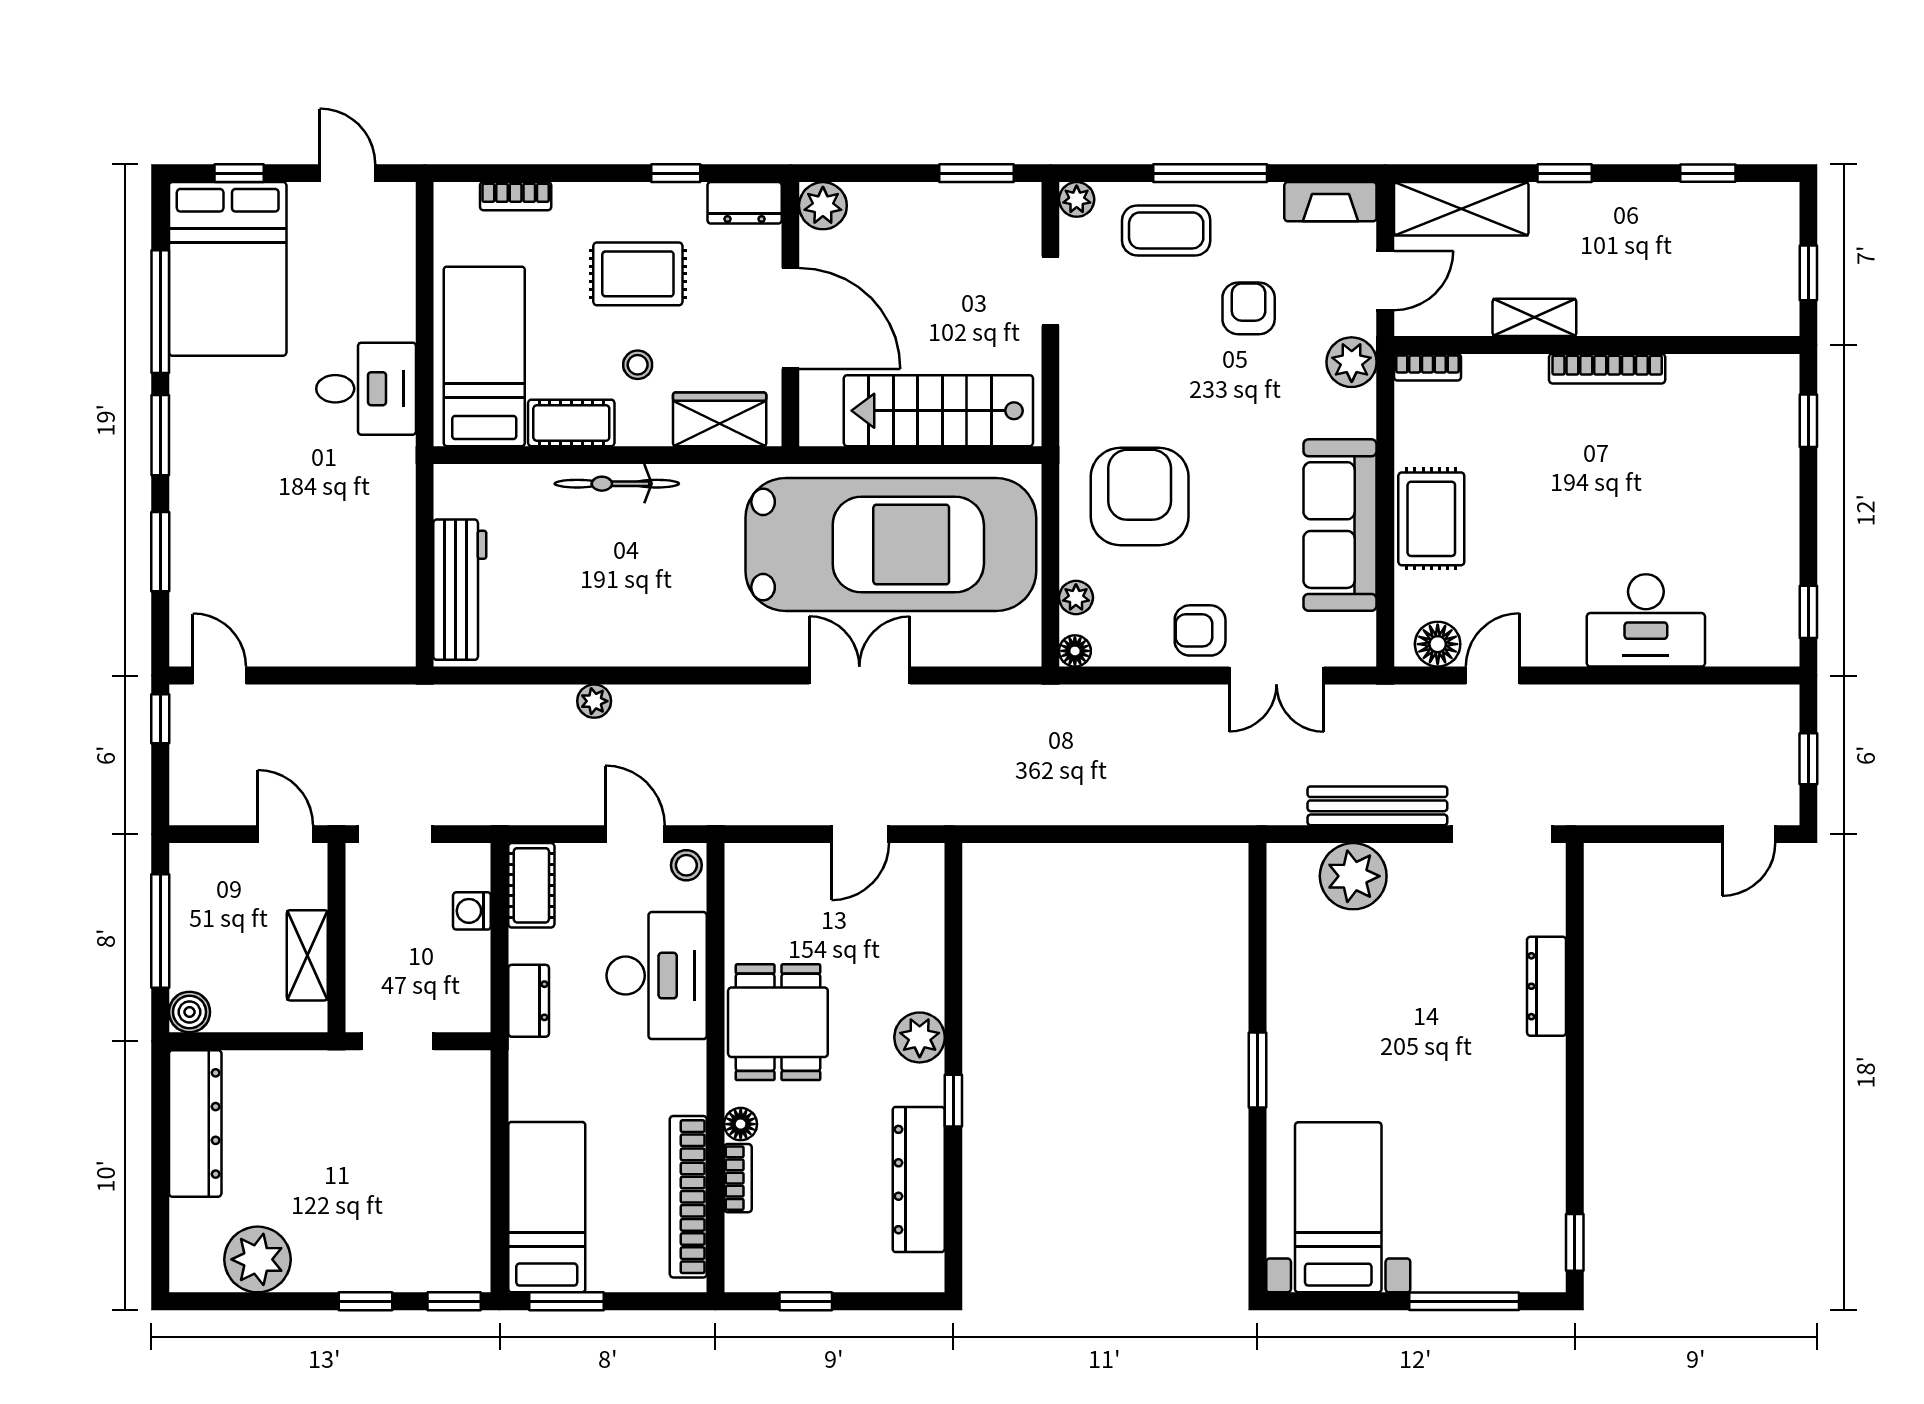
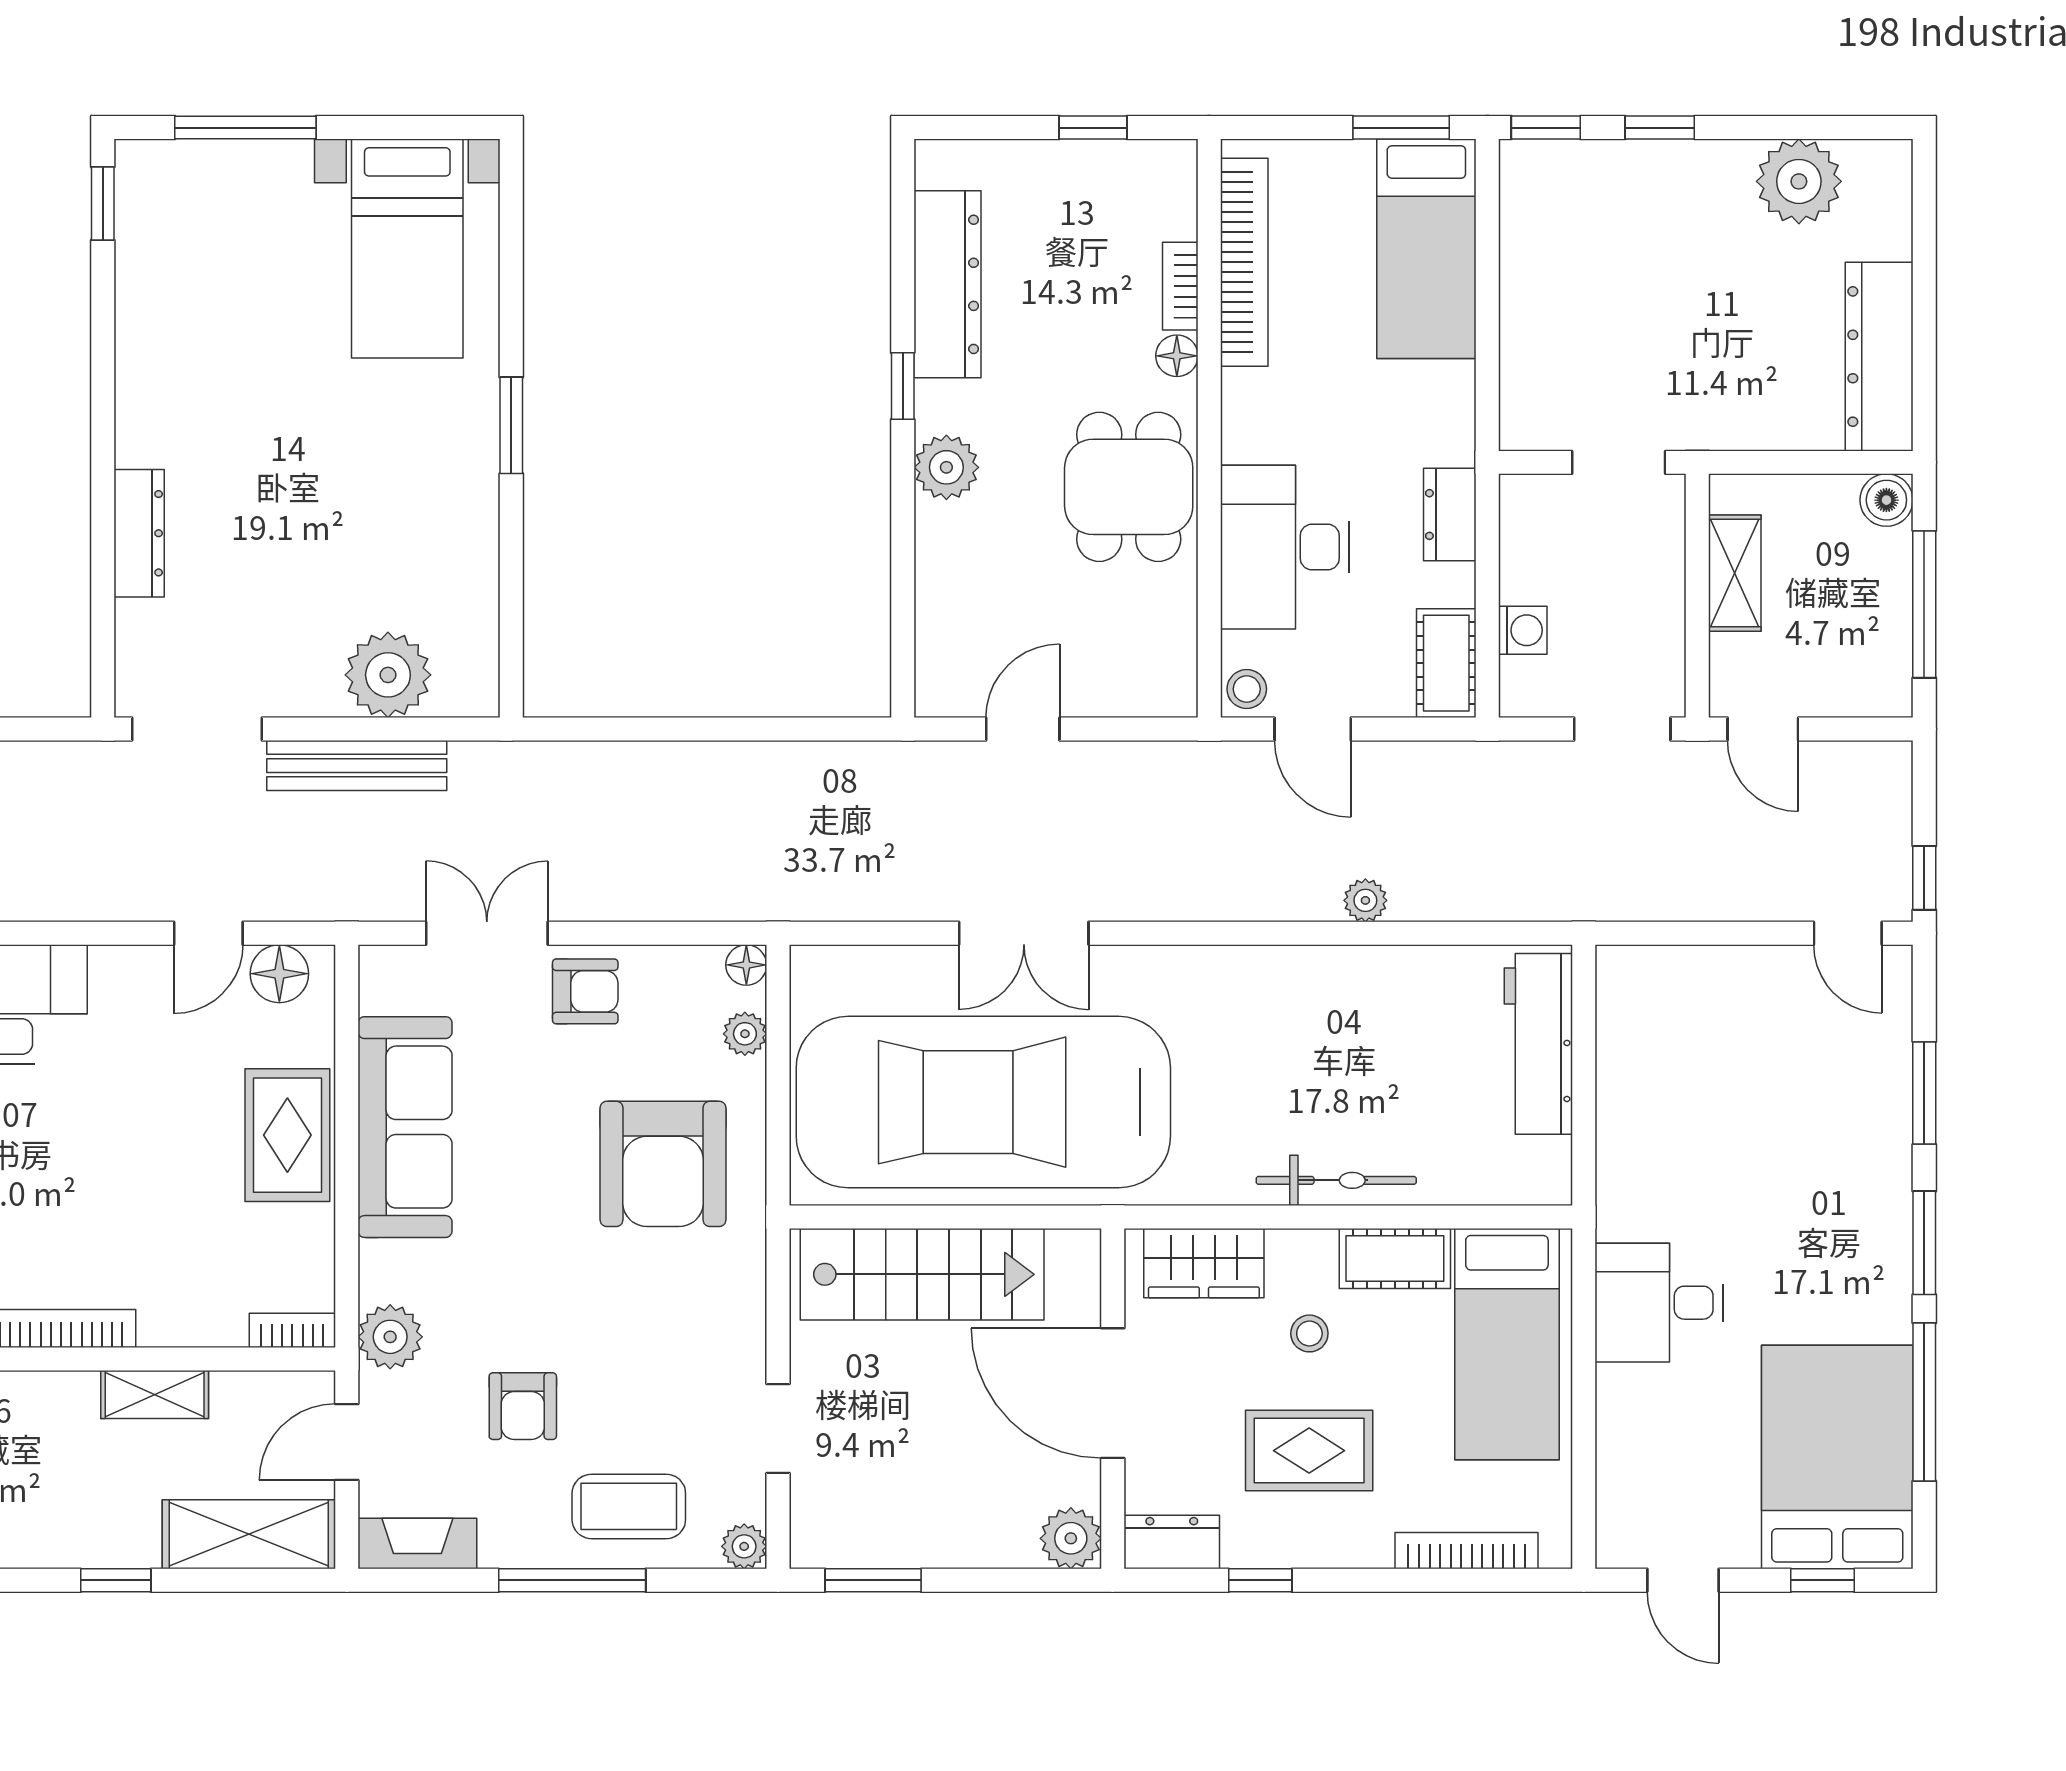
bookcase: (516, 196) -> (1467, 1551), width x1.56

